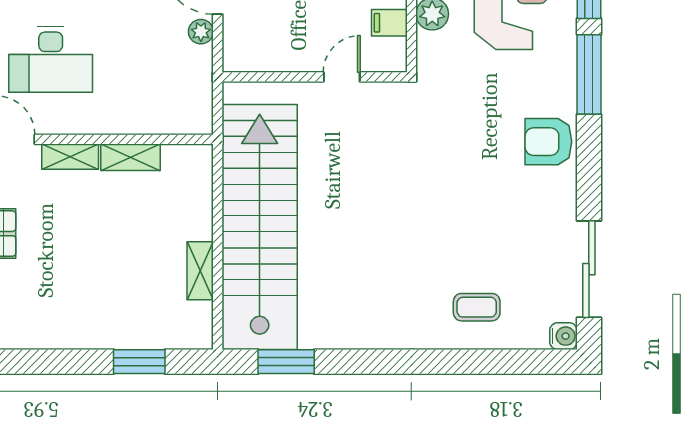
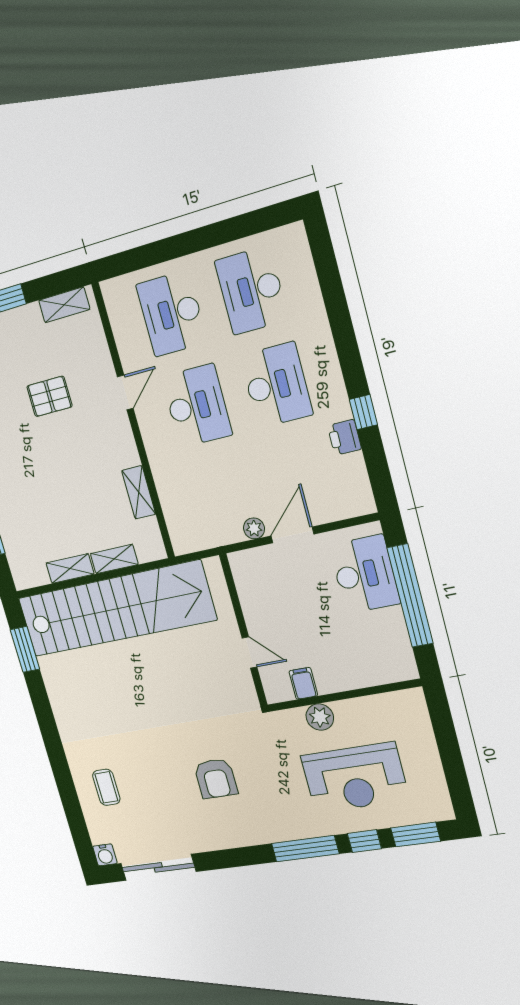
desk: (51, 60) -> (197, 406), turned 180
armchair: (548, 142) -> (216, 779), moved, turned 180
shelving: (70, 157) -> (114, 559), moved, turned 90

